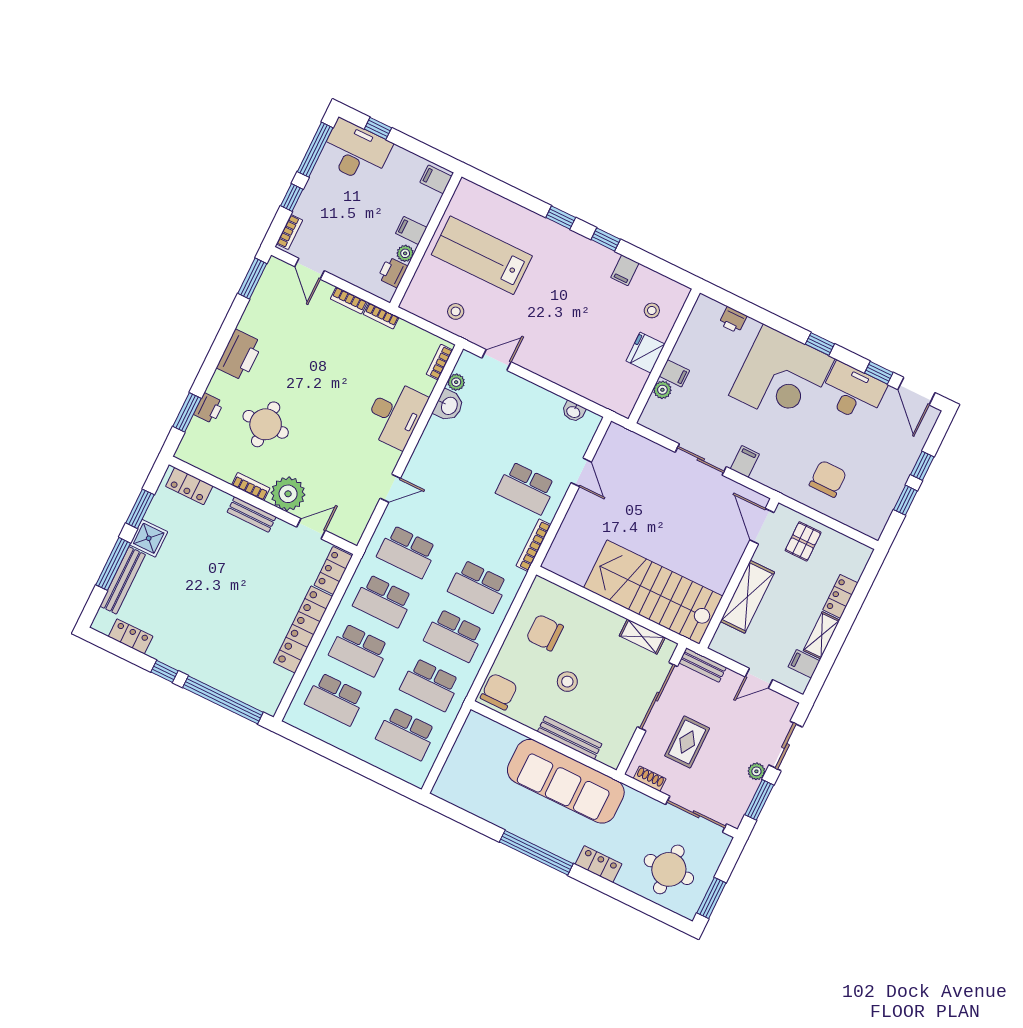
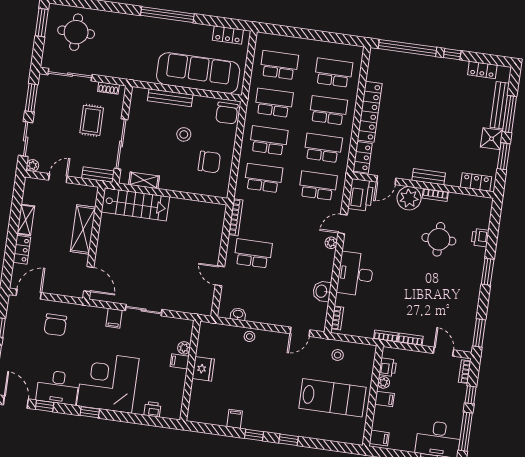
stool: (652, 310) -> (249, 336), moved
printer: (240, 355) -> (361, 195), moved, turned 180
plant: (456, 382) -> (331, 243), moved
window: (187, 412) -> (488, 272), moved
door: (851, 533) -> (29, 294), added
pallet: (803, 541) -> (58, 278), removed
stairs: (653, 592) -> (135, 204), width x0.73, depth x0.66
filing cabinet: (804, 664) -> (31, 197), removed
plant: (756, 771) -> (33, 165), moved
sofa: (566, 781) -> (198, 73), moved
locker: (599, 864) -> (228, 35), moved

